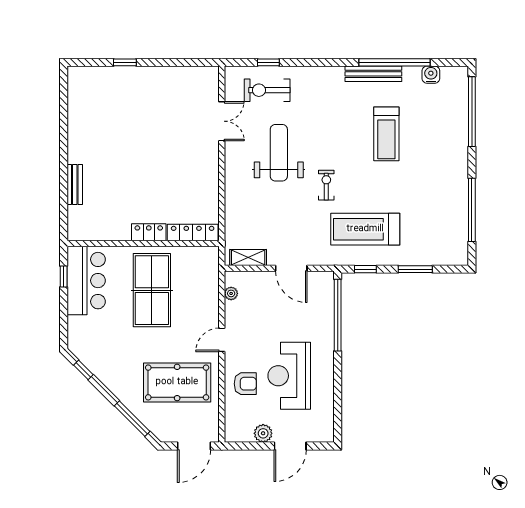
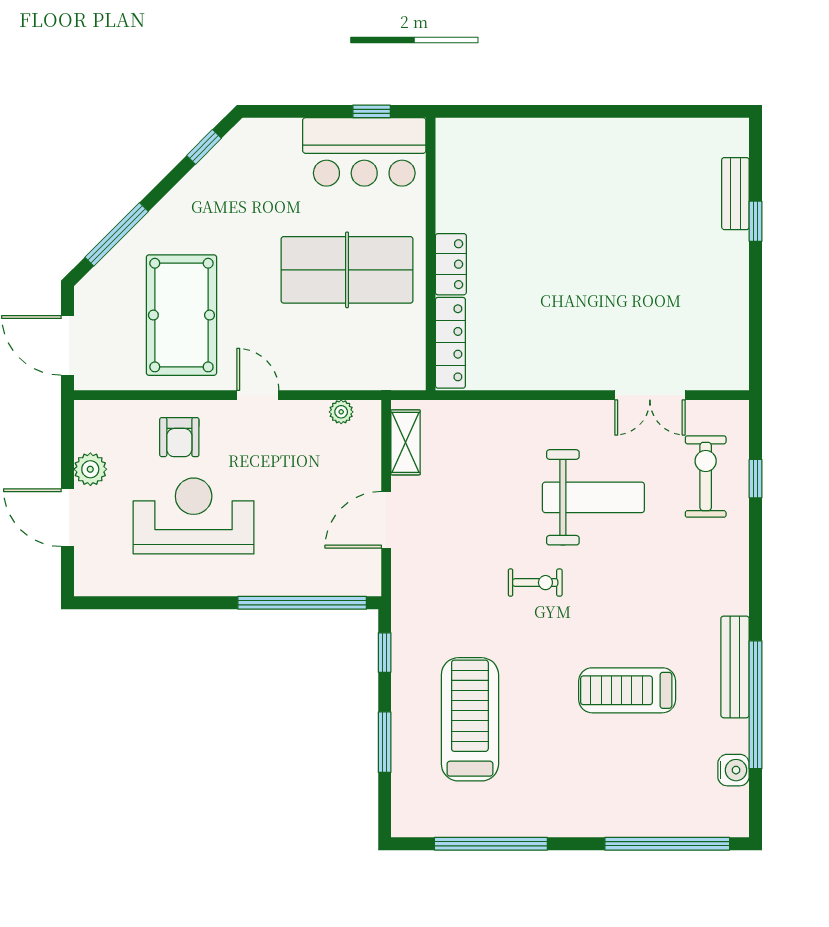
bench: (75, 185) -> (735, 194), moved, turned 90
treadmill: (365, 229) -> (470, 719), moved

